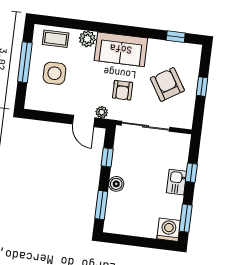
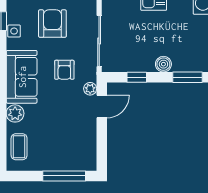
window: (25, 62) -> (64, 176), moved
side table: (54, 73) -> (14, 31), moved, width x0.54, depth x0.54
armchair: (167, 84) -> (52, 24), turned 122
armchair: (123, 90) -> (64, 70), turned 90

